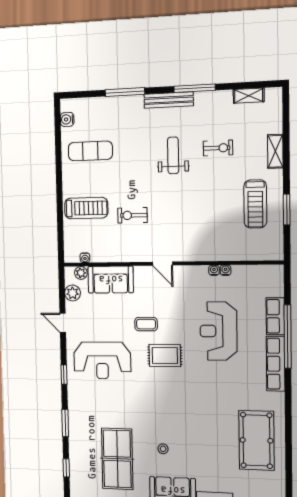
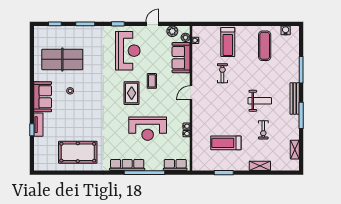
treadmill: (255, 204) -> (226, 143), moved
row of seats: (275, 316) -> (175, 165), moved
reception desk: (218, 331) -> (148, 129), turned 180
reception desk: (102, 360) -> (128, 51), turned 180

